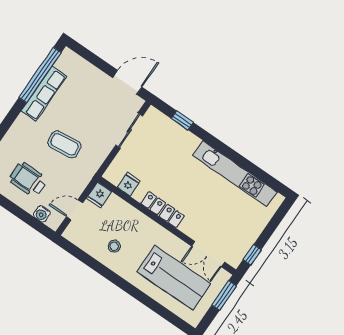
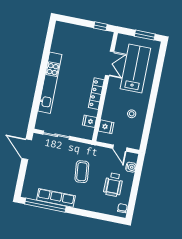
window: (182, 120) -> (36, 105), removed
kitchen unit: (235, 174) -> (50, 83), moved
fridge: (99, 195) -> (106, 127), moved
double door: (208, 254) -> (110, 63), moved
window: (224, 295) -> (145, 35), moved

